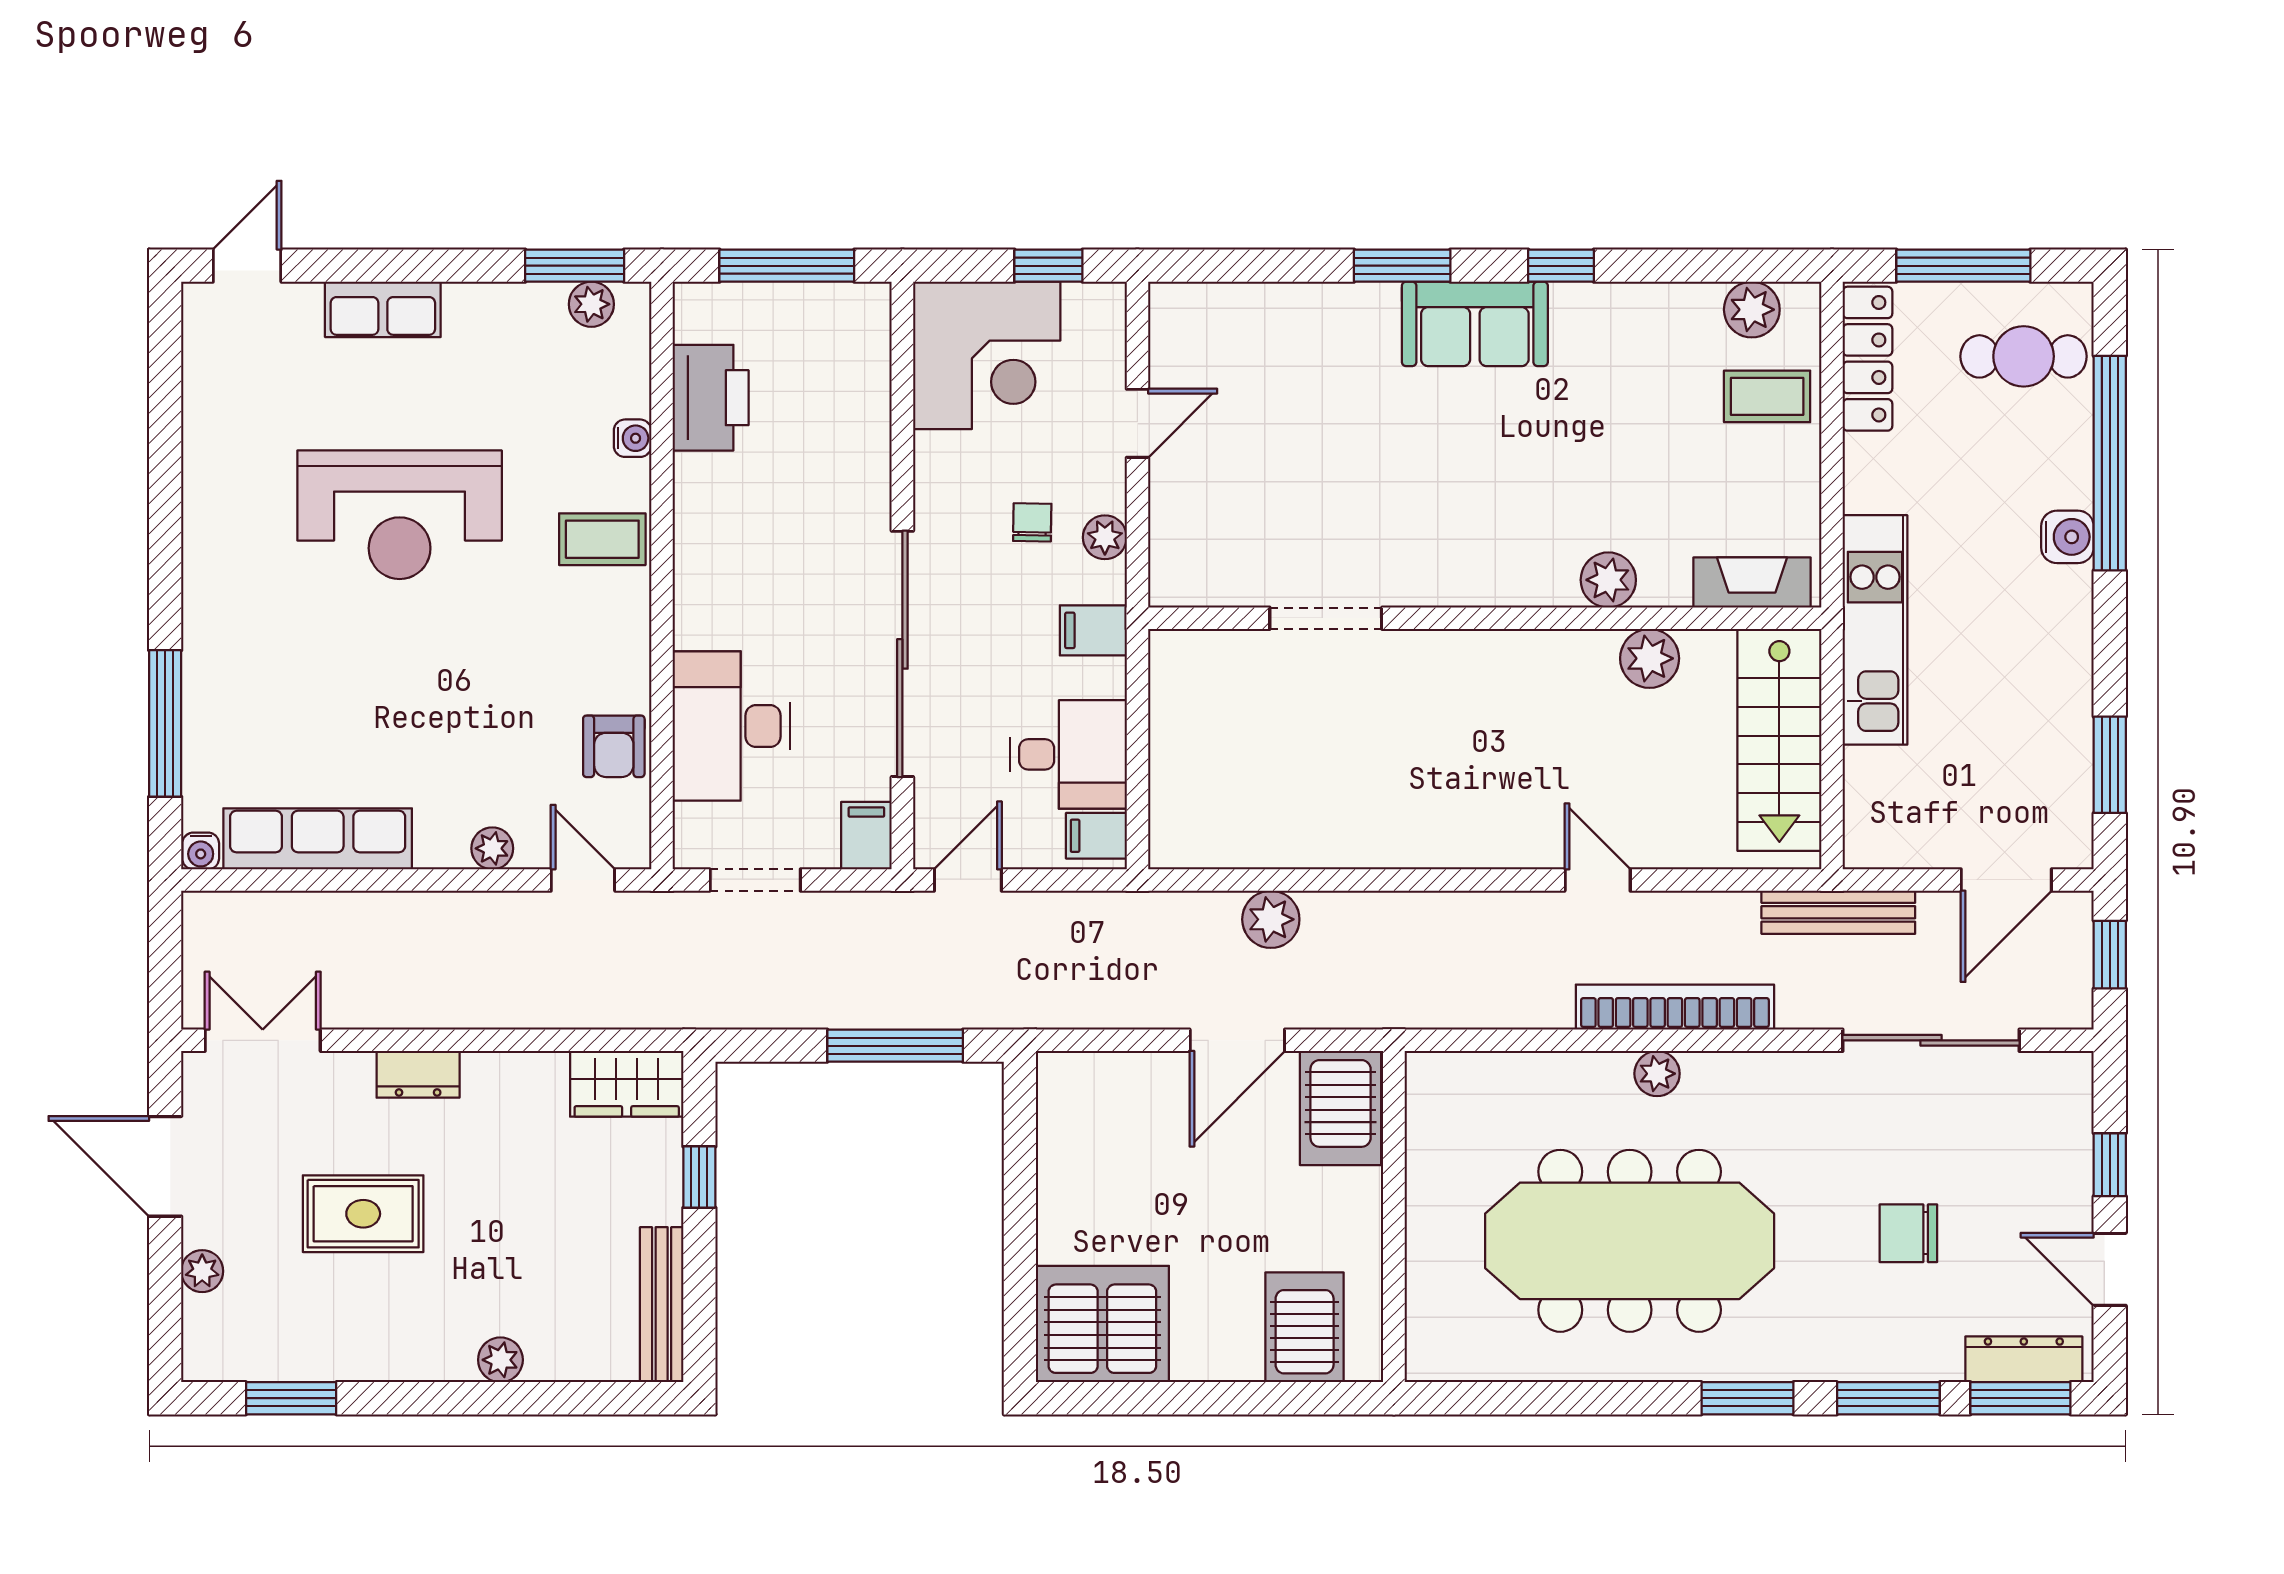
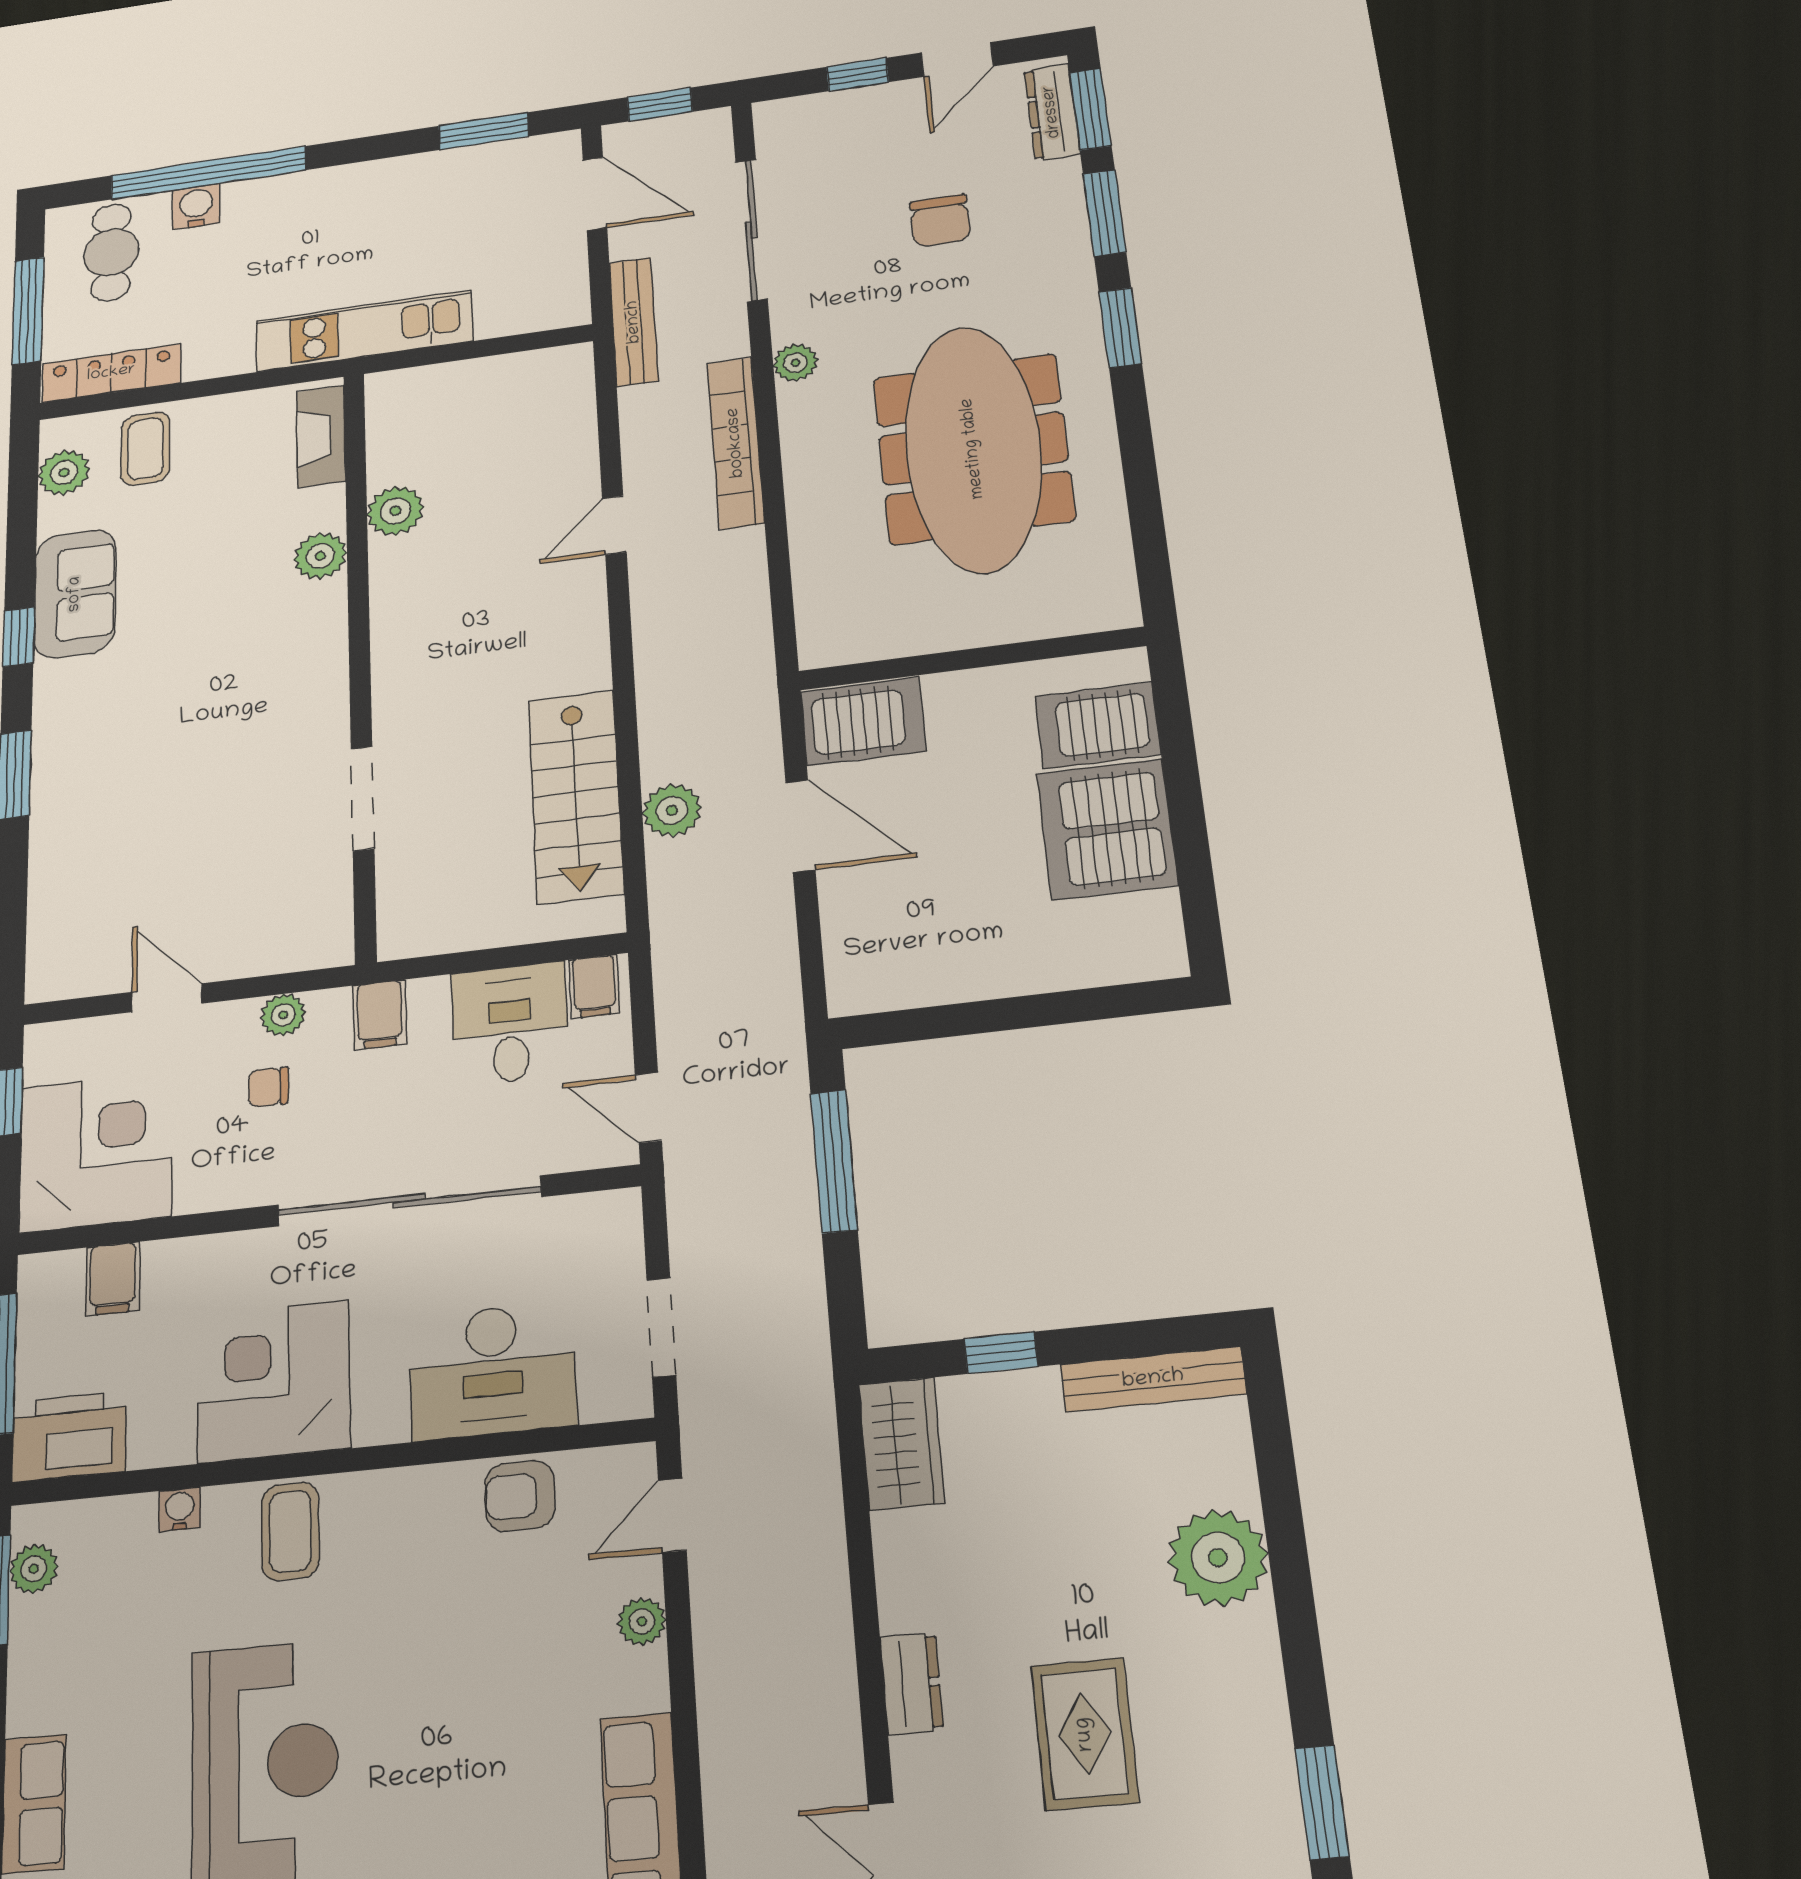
sofa: (1475, 324) -> (75, 594), moved
printer: (711, 398) -> (69, 1437), moved
corner desk: (743, 525) -> (274, 1381), added
water cooler: (2067, 537) -> (196, 206), moved
stairs: (1779, 740) -> (576, 796), moved, turned 90
armchair: (614, 746) -> (520, 1496), turned 180
filing cabinet: (866, 836) -> (113, 1279), moved, turned -90
plant: (1657, 1074) -> (795, 363), moved
server rack: (1102, 1324) -> (1107, 829), moved
plant: (500, 1360) -> (1218, 1558), width x1.87, depth x1.87

